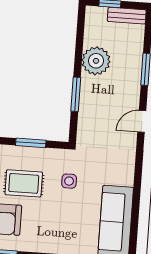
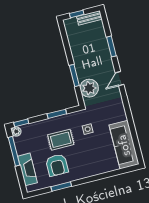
plant: (96, 61) -> (89, 88), moved

